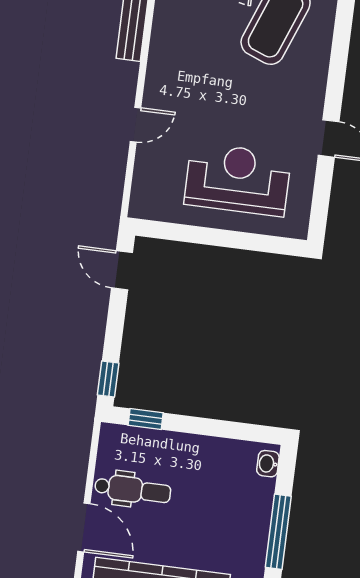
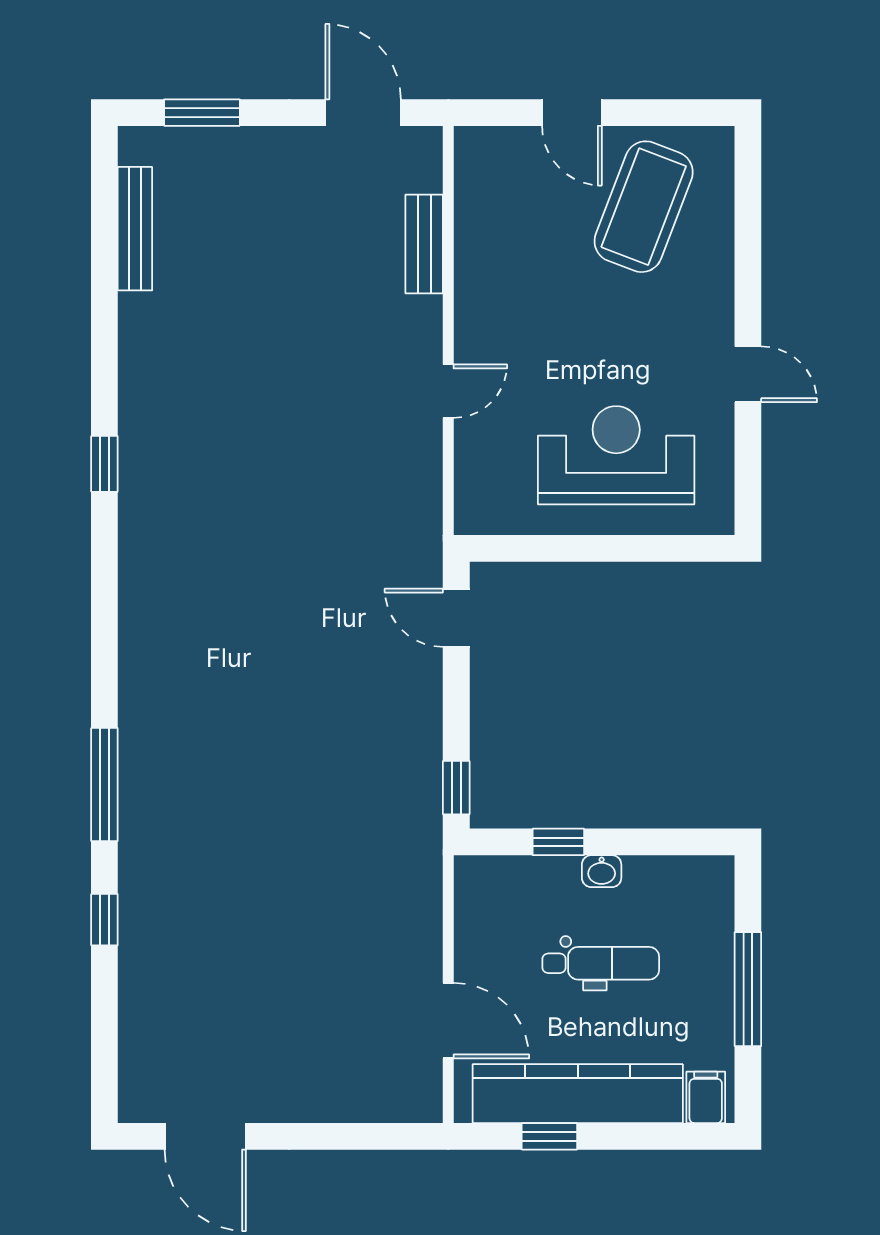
window: (146, 419) -> (558, 842), moved
washbasin: (268, 464) -> (602, 871), moved, turned -90
dental chair: (133, 490) -> (601, 963), moved

